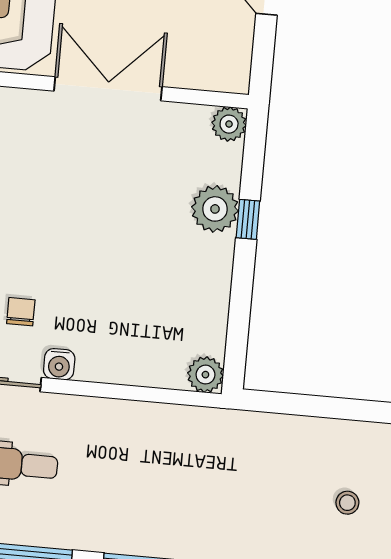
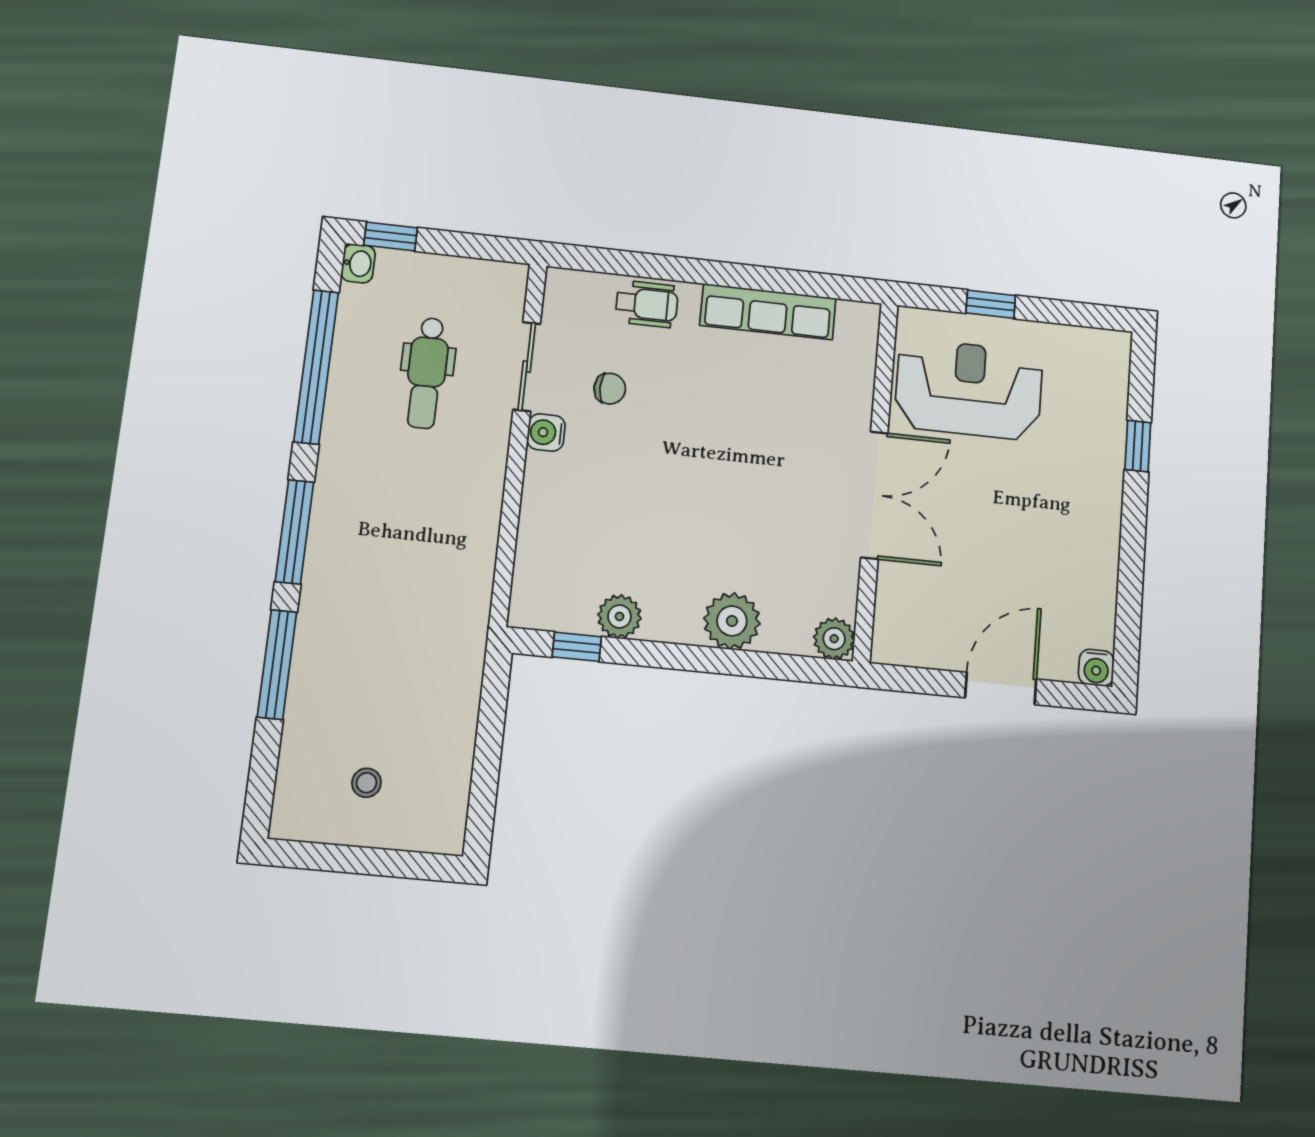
window: (248, 219) -> (577, 647), moved
plant: (205, 375) -> (619, 616), moved

